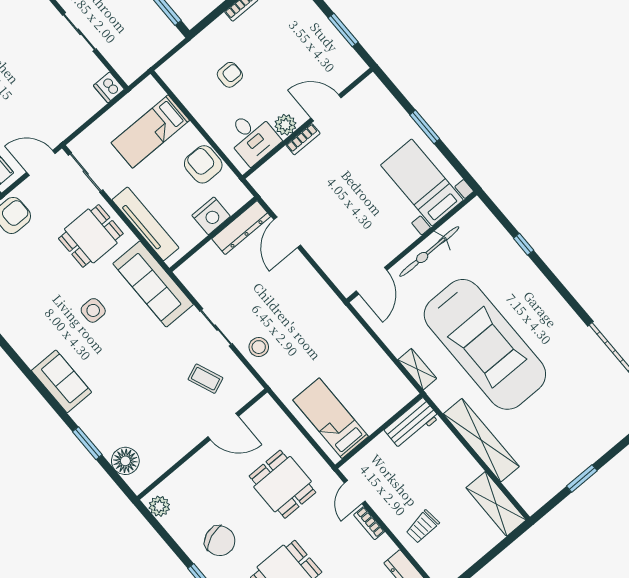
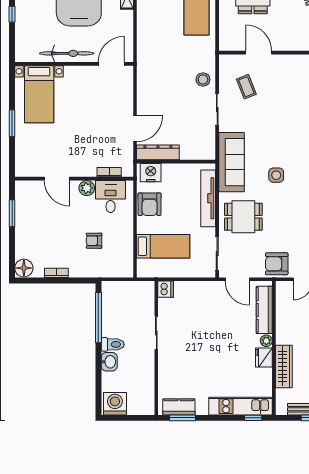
bookcase: (303, 139) -> (109, 172), moved
nightstand: (211, 216) -> (151, 173), moved

